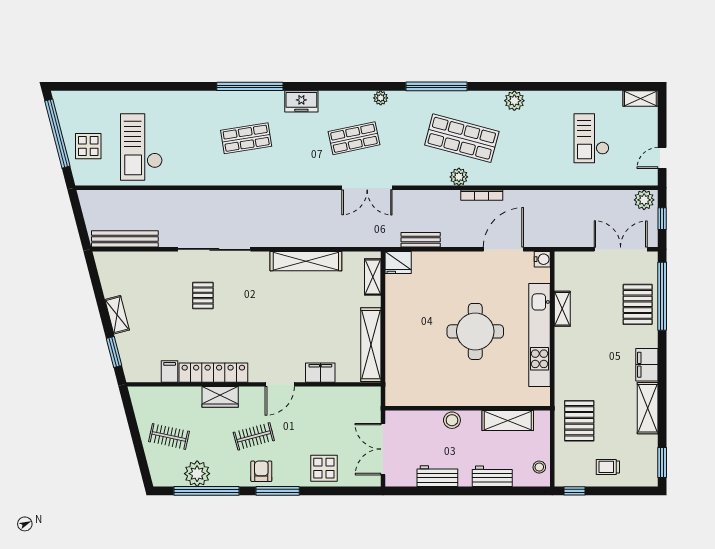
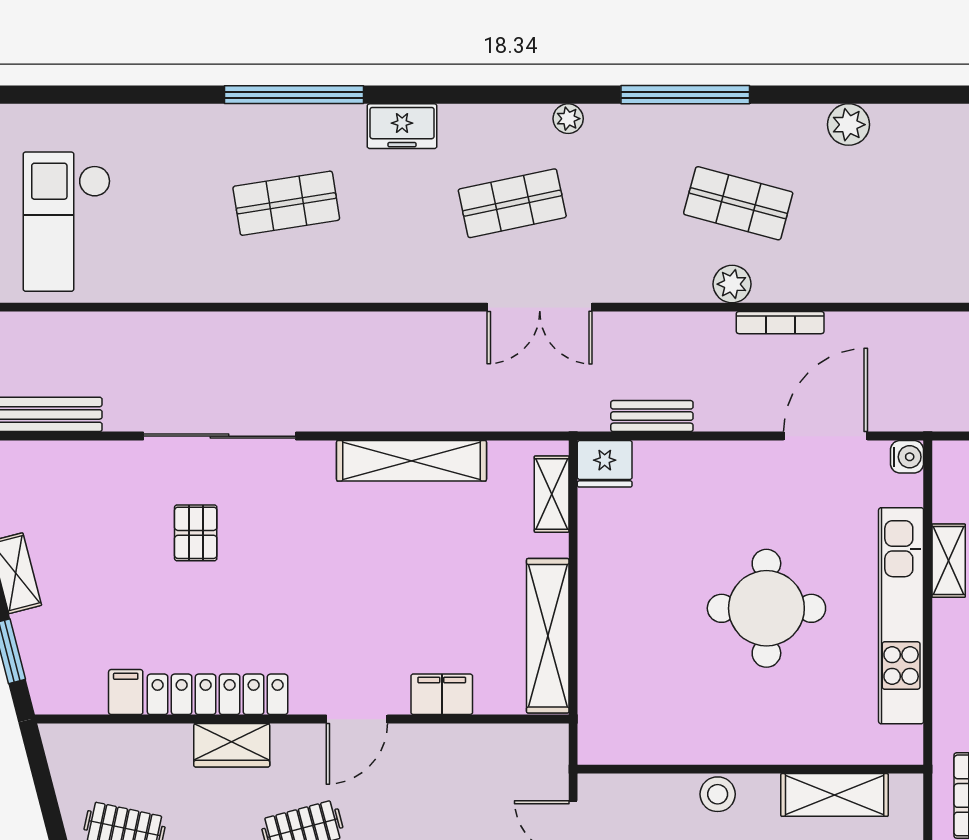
shop shelf: (462, 138) -> (738, 203), width x0.70, depth x0.74

